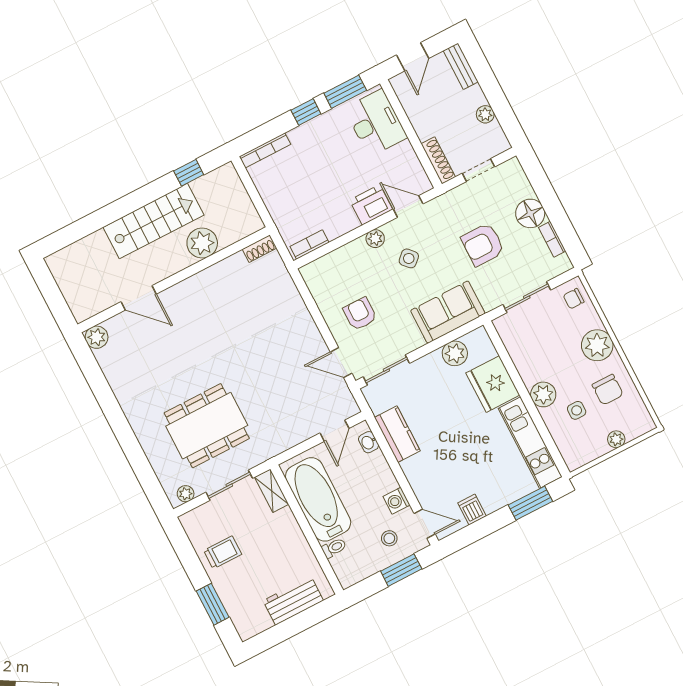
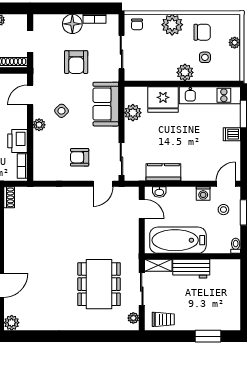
printer: (371, 205) -> (18, 141), moved
dishwasher: (472, 510) -> (232, 134), moved
toilet: (334, 548) -> (236, 246), moved
trolley: (223, 552) -> (163, 319), moved, turned 90
workbench: (293, 601) -> (191, 269), moved, turned -90

